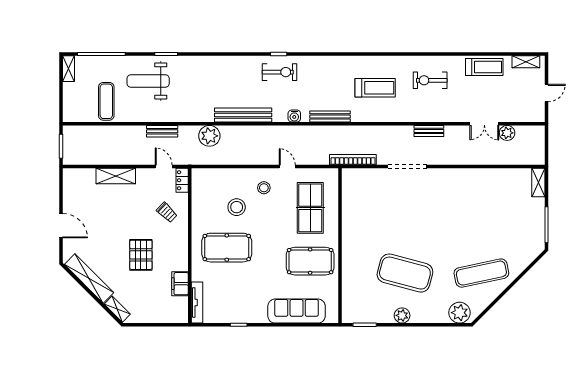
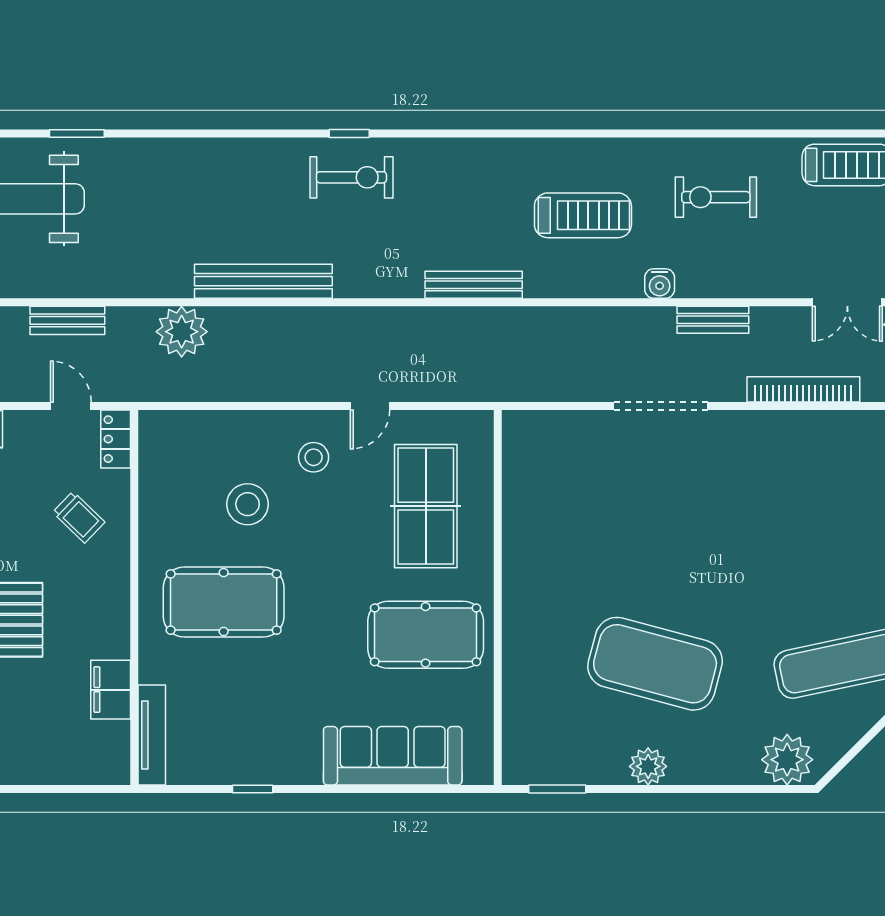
water cooler: (294, 116) -> (660, 284), moved
bookcase: (353, 160) -> (803, 389), moved
door: (287, 167) -> (370, 406), swing flipped

